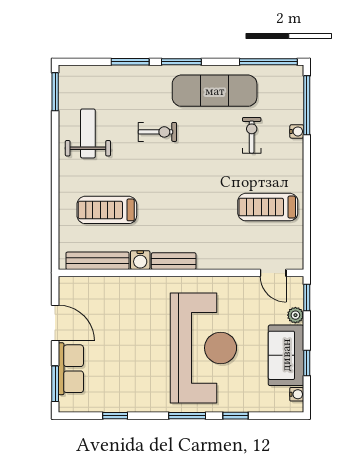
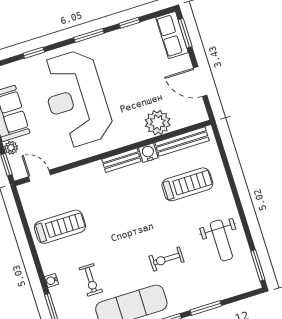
water cooler: (297, 131) -> (52, 280), moved
plant: (119, 291) -> (158, 123), added
row of seats: (71, 369) -> (172, 35), moved
window: (187, 416) -> (89, 35), moved

